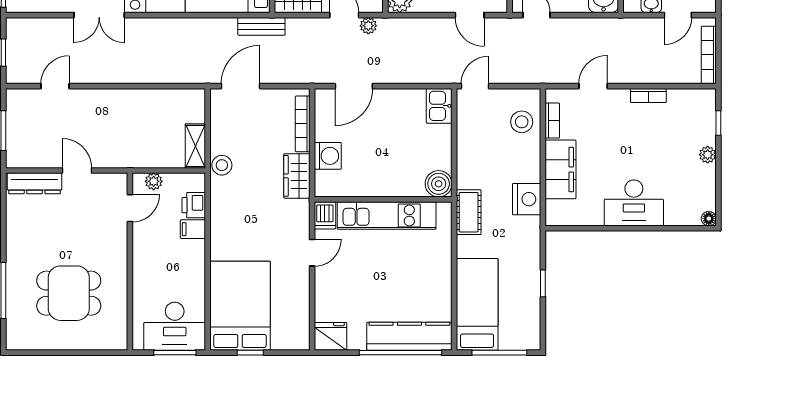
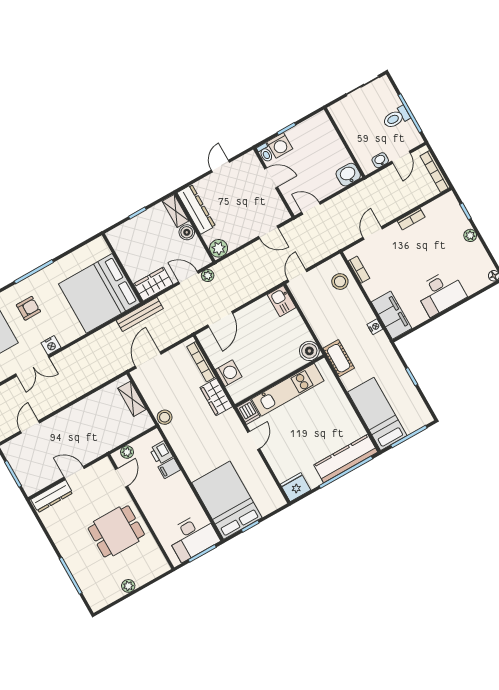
bench: (261, 26) -> (140, 314), width x1.36
shelving: (195, 146) -> (132, 399), moved
filing cabinet: (560, 169) -> (392, 315), moved
nightstand: (527, 199) -> (375, 327), width x0.53, depth x0.56
dining table: (69, 293) -> (116, 531), moved
plant: (65, 341) -> (128, 586), added

